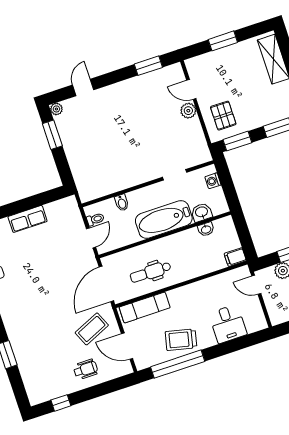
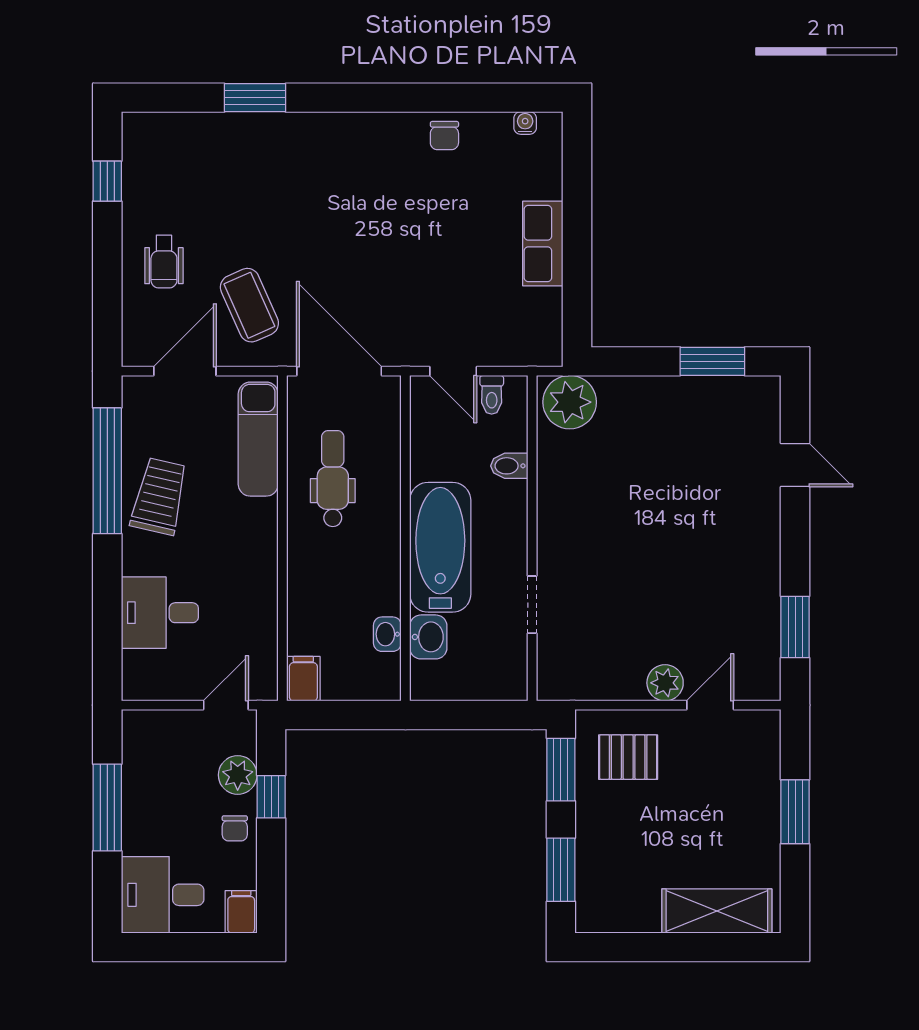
plant: (56, 109) -> (570, 402), moved, width x1.88, depth x1.88
washing machine: (213, 181) -> (490, 686), removed

